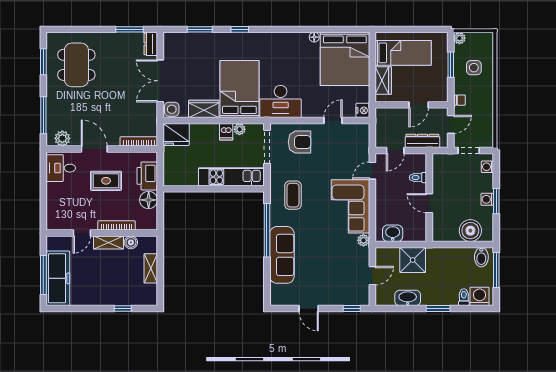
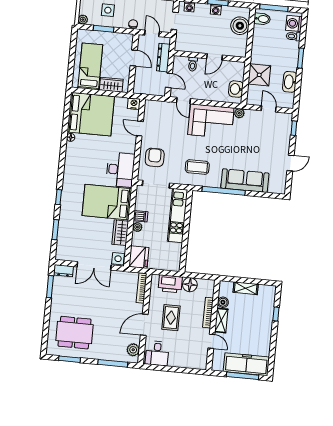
plant: (240, 129) -> (137, 227), moved

